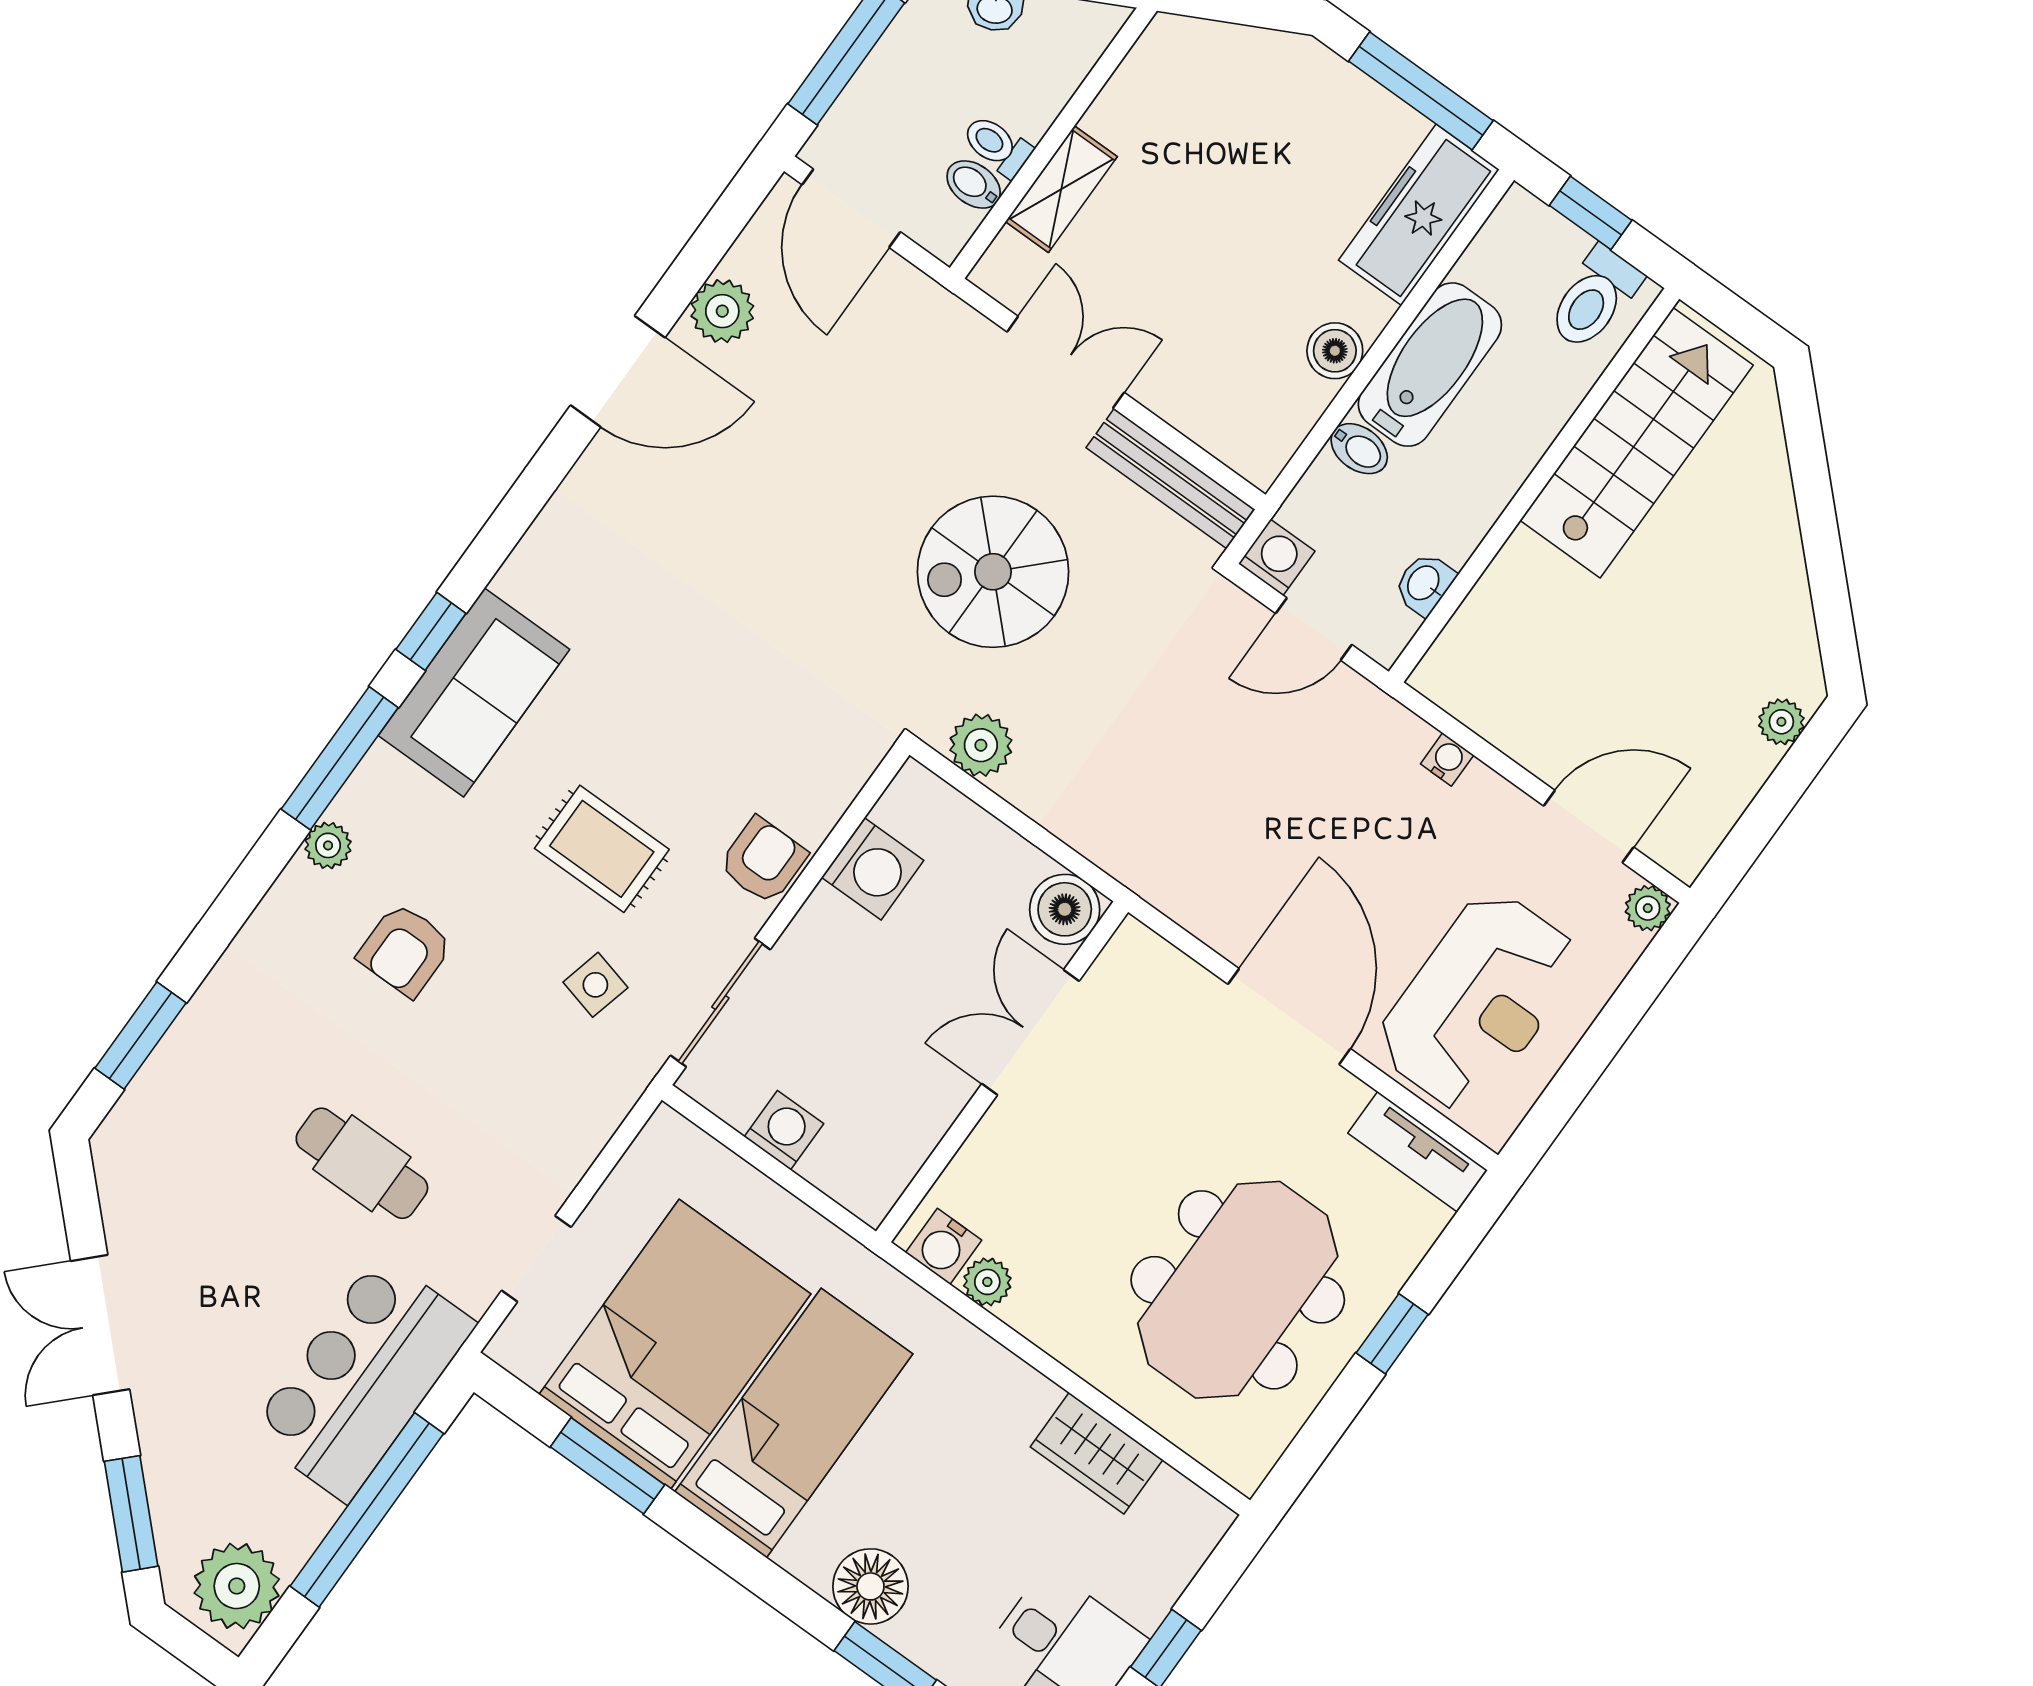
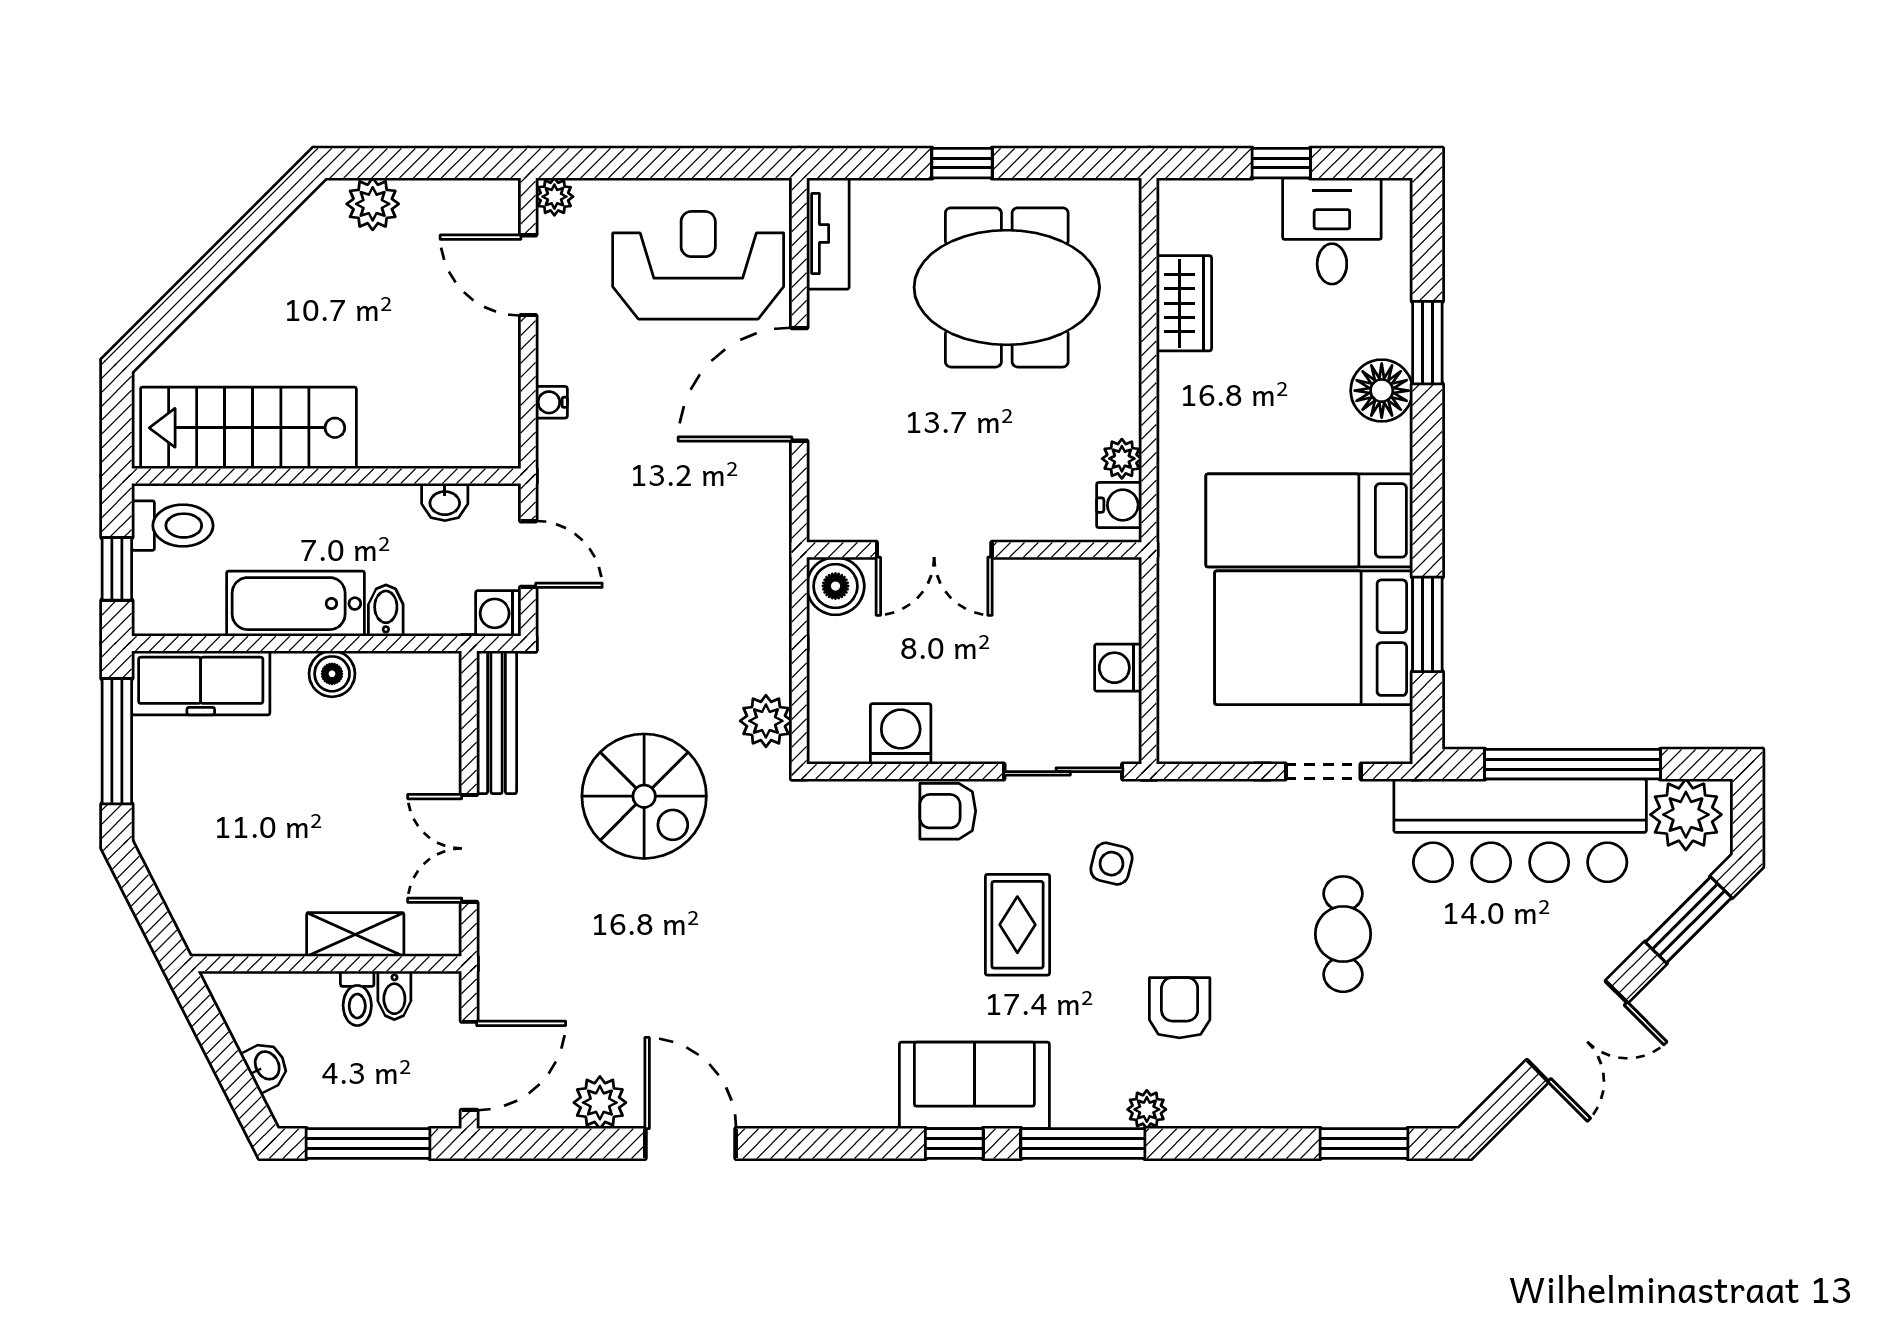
plant: (1781, 722) -> (373, 204), width x1.38, depth x1.38
armchair: (405, 950) -> (1180, 1008), turned -90
bar counter: (363, 1378) -> (1520, 830), width x1.36

